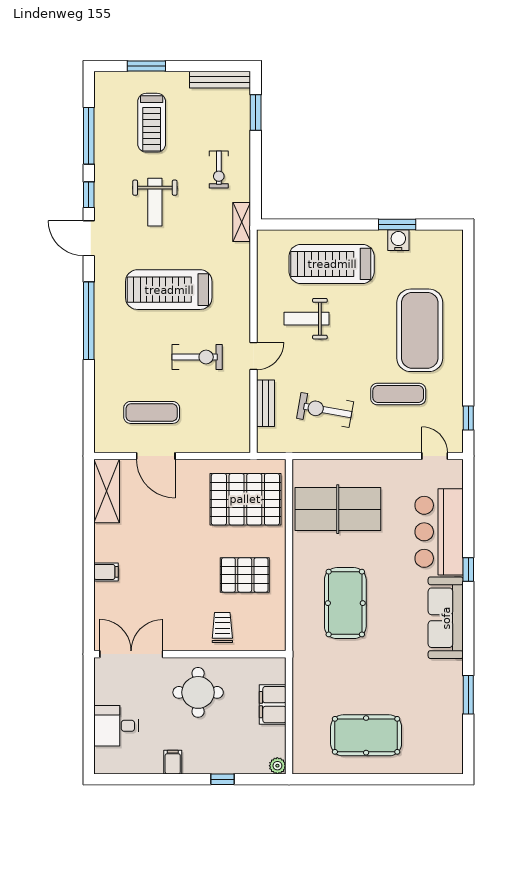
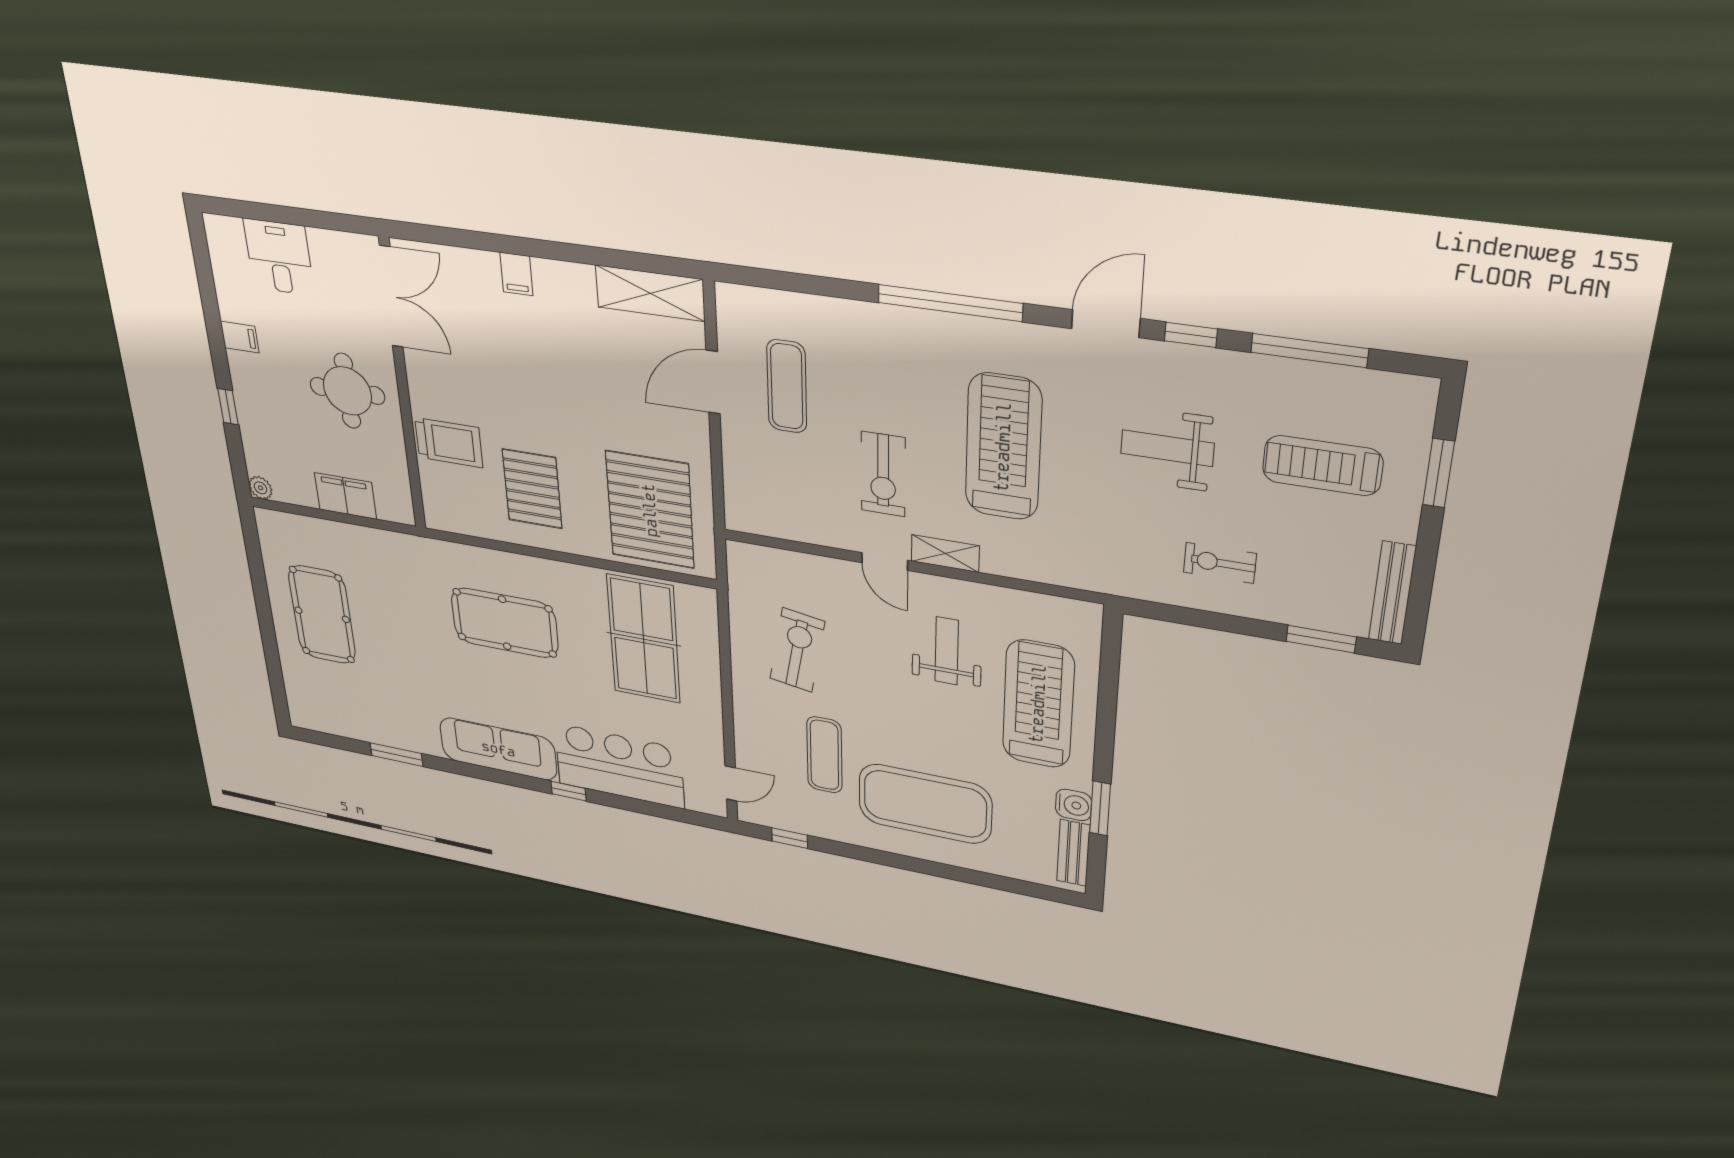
shelving: (242, 222) -> (945, 554), moved
bench: (266, 403) -> (1073, 853), moved, turned 90
trolley: (222, 628) -> (449, 443), width x1.36, depth x1.39

